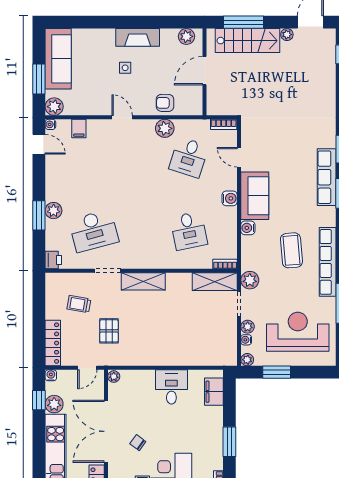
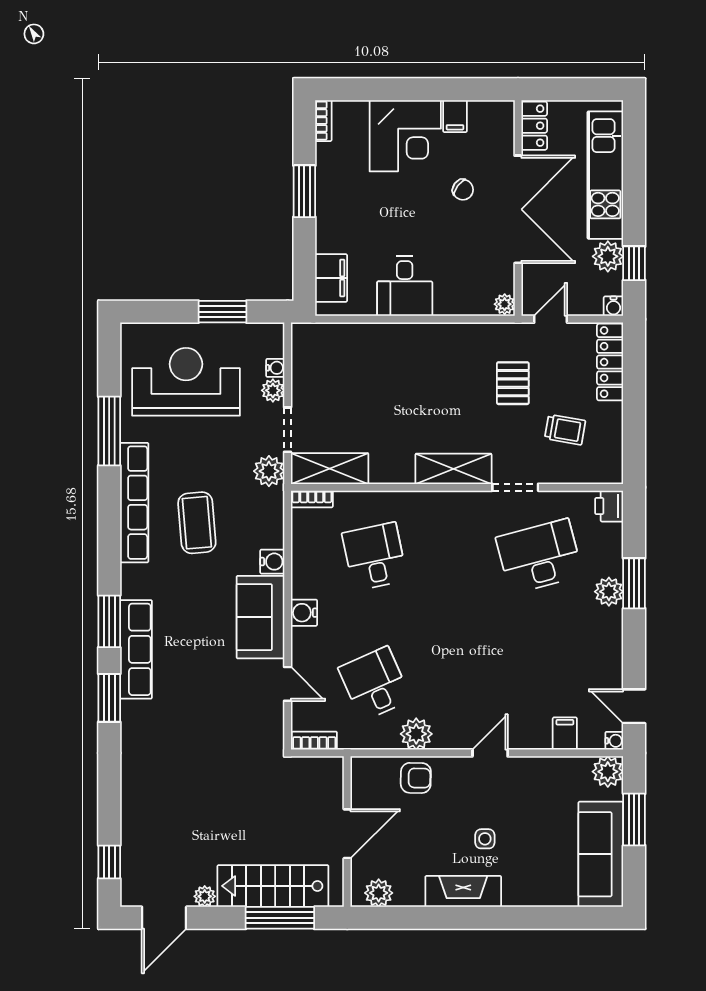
door: (122, 117) -> (490, 753), swing flipped
desk: (189, 157) -> (375, 684), turned -42
reception desk: (298, 332) -> (186, 382), turned 180
plant: (247, 360) -> (273, 333), removed

